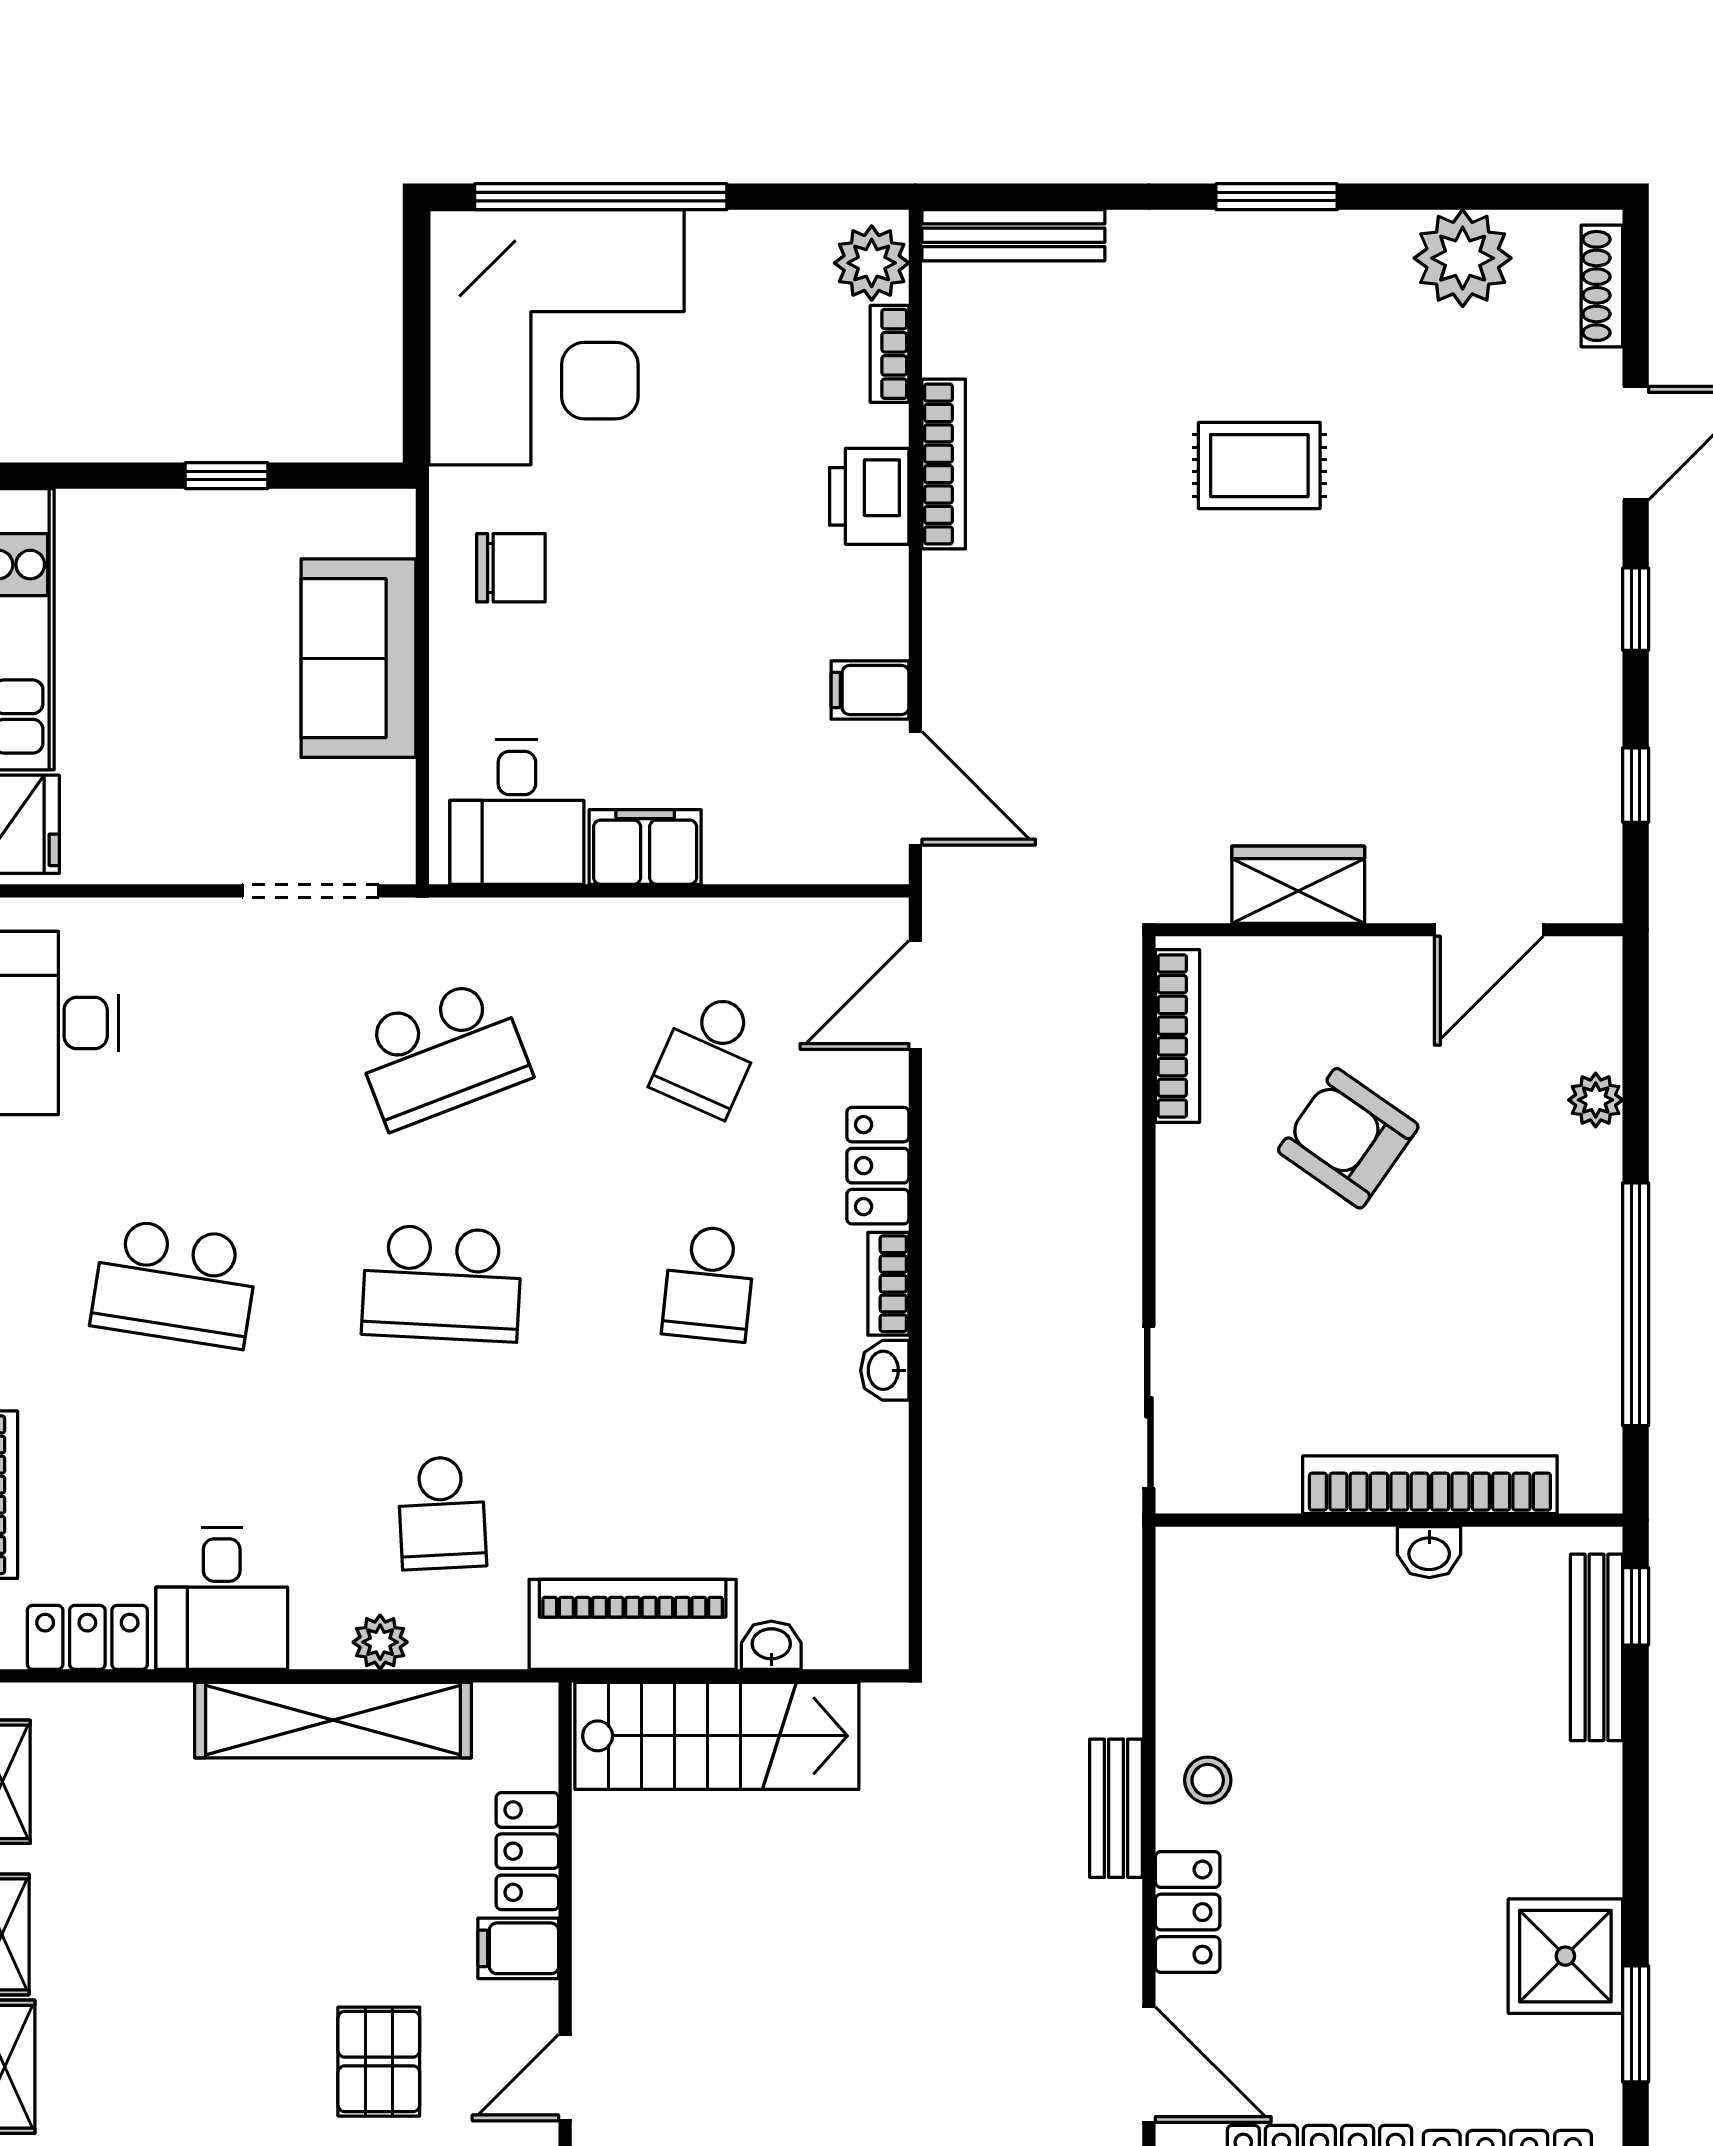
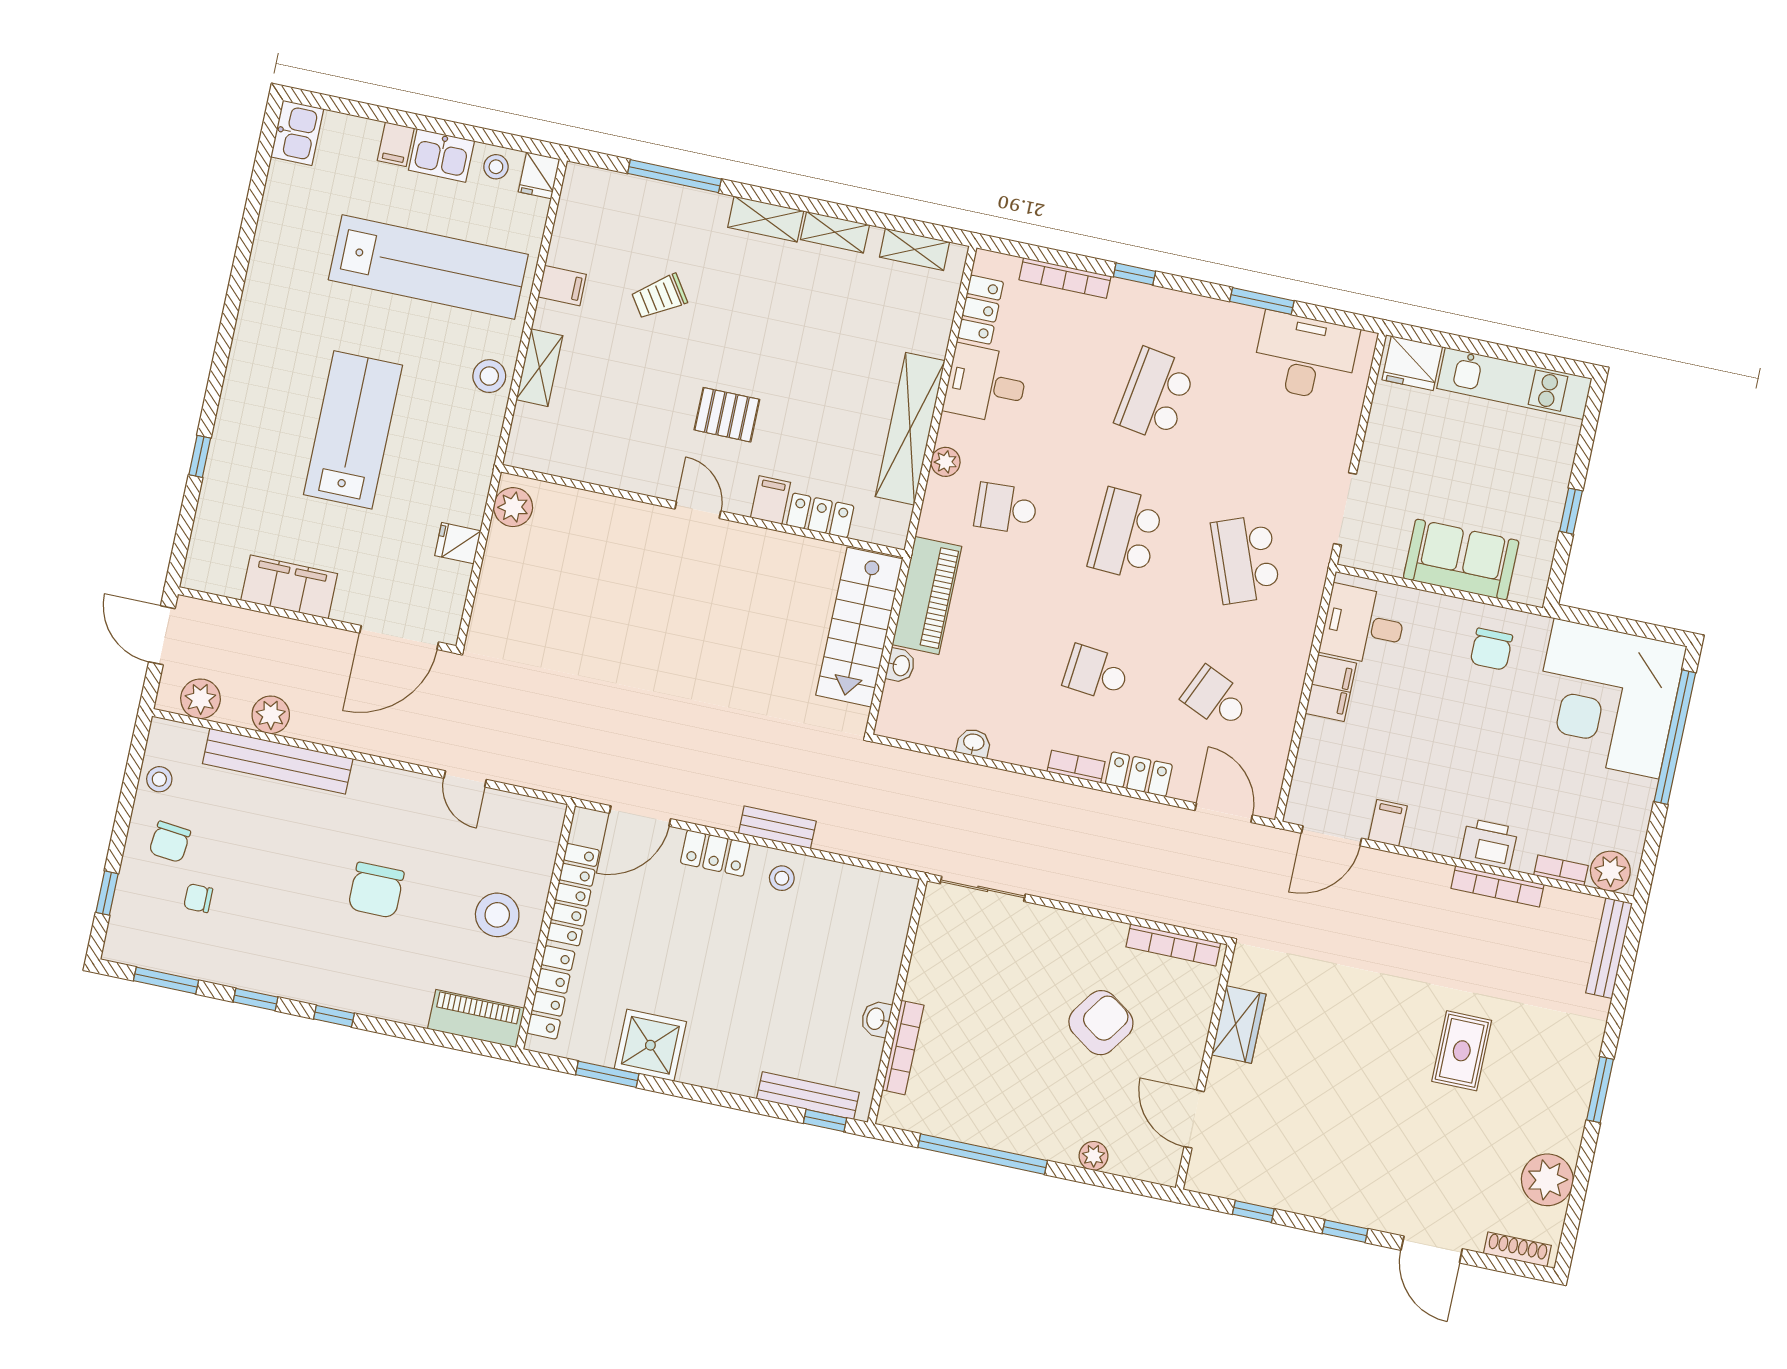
washbasin: (885, 1370) -> (974, 743), moved
bookcase: (1430, 1485) -> (903, 1048), width x0.68, depth x0.76

